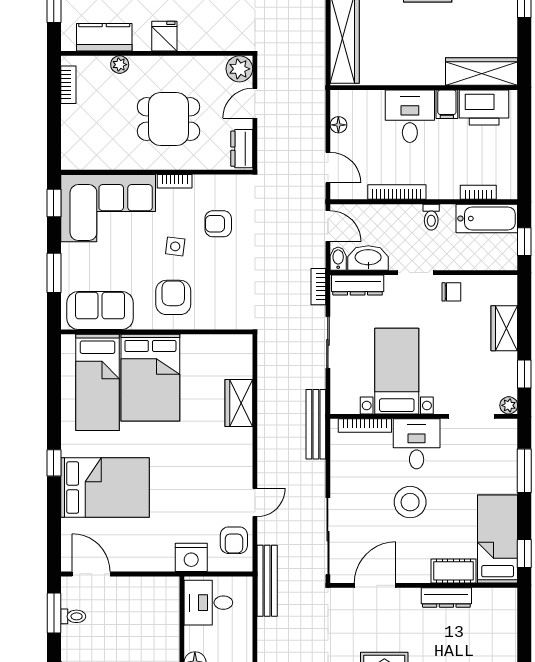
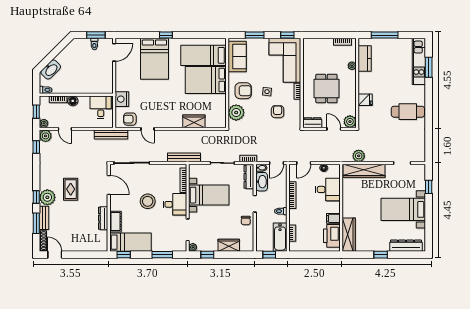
fridge: (164, 36) -> (365, 100), moved
plant: (313, 50) -> (359, 156), added
desk: (410, 116) -> (328, 189), moved
plant: (220, 312) -> (236, 113), added

